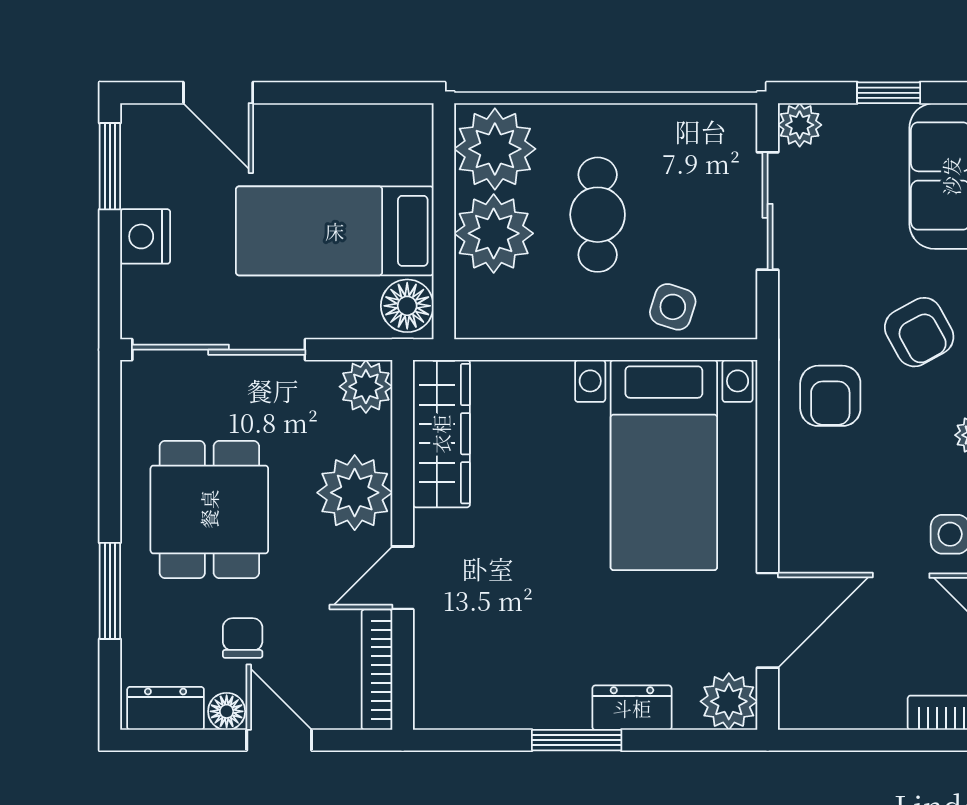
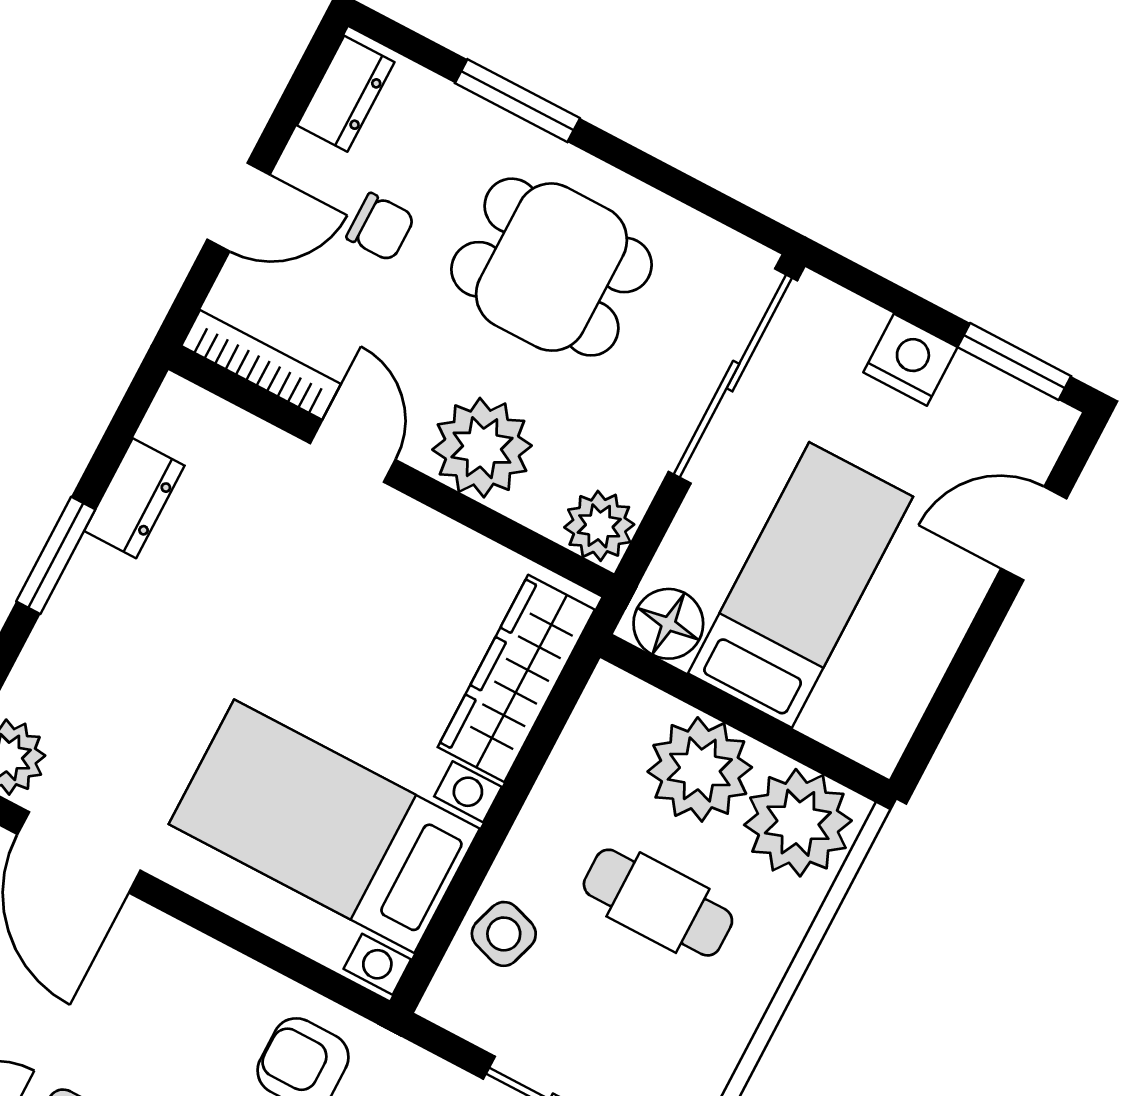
wardrobe: (441, 434) -> (516, 678), moved, turned 90
dresser: (632, 708) -> (134, 498), moved
floor lamp: (227, 711) -> (305, 163), removed

